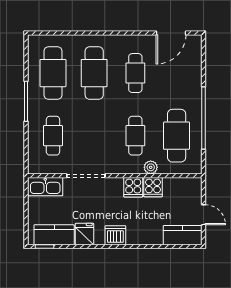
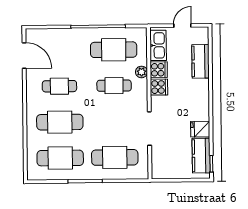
cafe table: (53, 136) -> (115, 157), width x1.37, depth x1.35
kitchen sink: (45, 187) -> (158, 45), moved
dishwasher: (115, 235) -> (201, 102), removed
kitchen counter: (183, 235) -> (200, 61), moved

